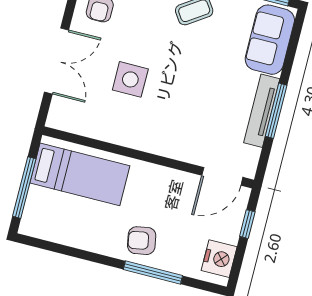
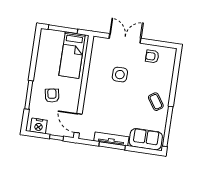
double door: (57, 61) -> (125, 38), swing flipped
armchair: (142, 241) -> (52, 95), moved

